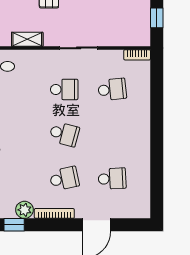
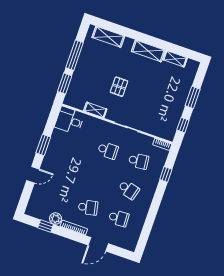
window: (157, 95) -> (166, 174), added
school desk: (64, 134) -> (129, 190), moved

